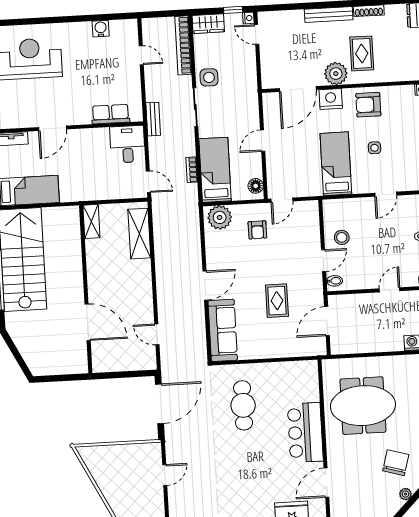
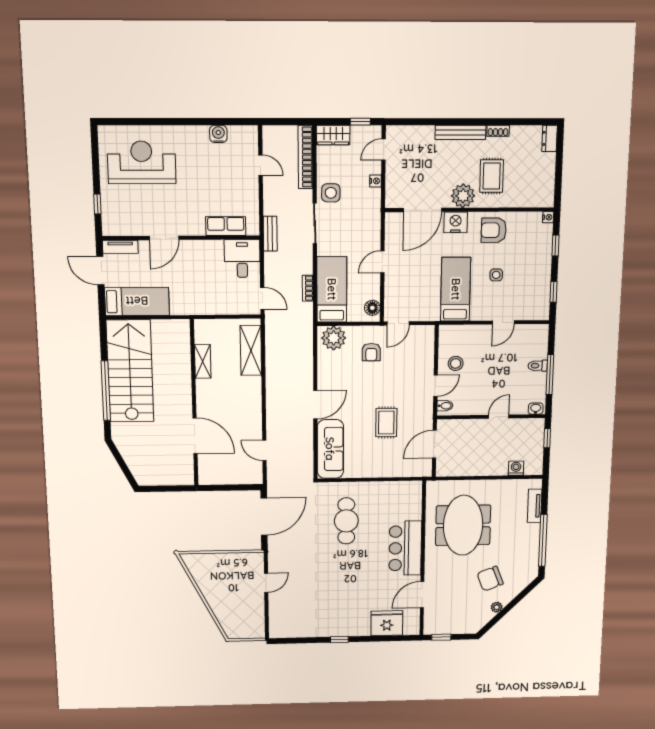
shoe rack: (369, 11) -> (498, 131), width x0.70
nightstand: (248, 18) -> (376, 181), moved
door: (257, 34) -> (383, 150), hinge flipped
shelving: (91, 221) -> (203, 361), moved
meeting table: (363, 406) -> (463, 525), turned 90
chair: (396, 463) -> (490, 579), turned -127

